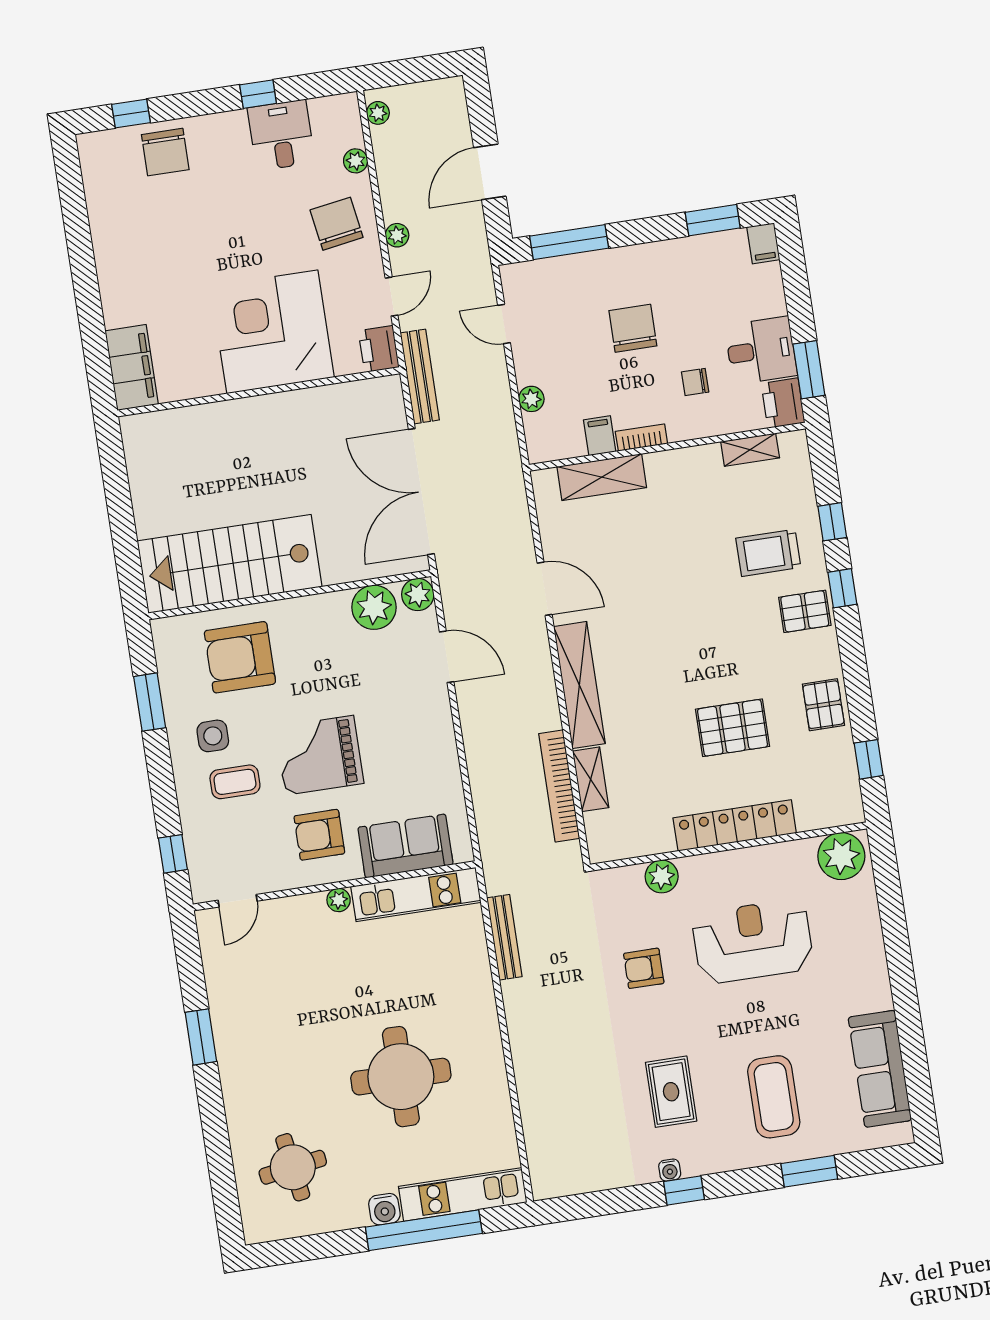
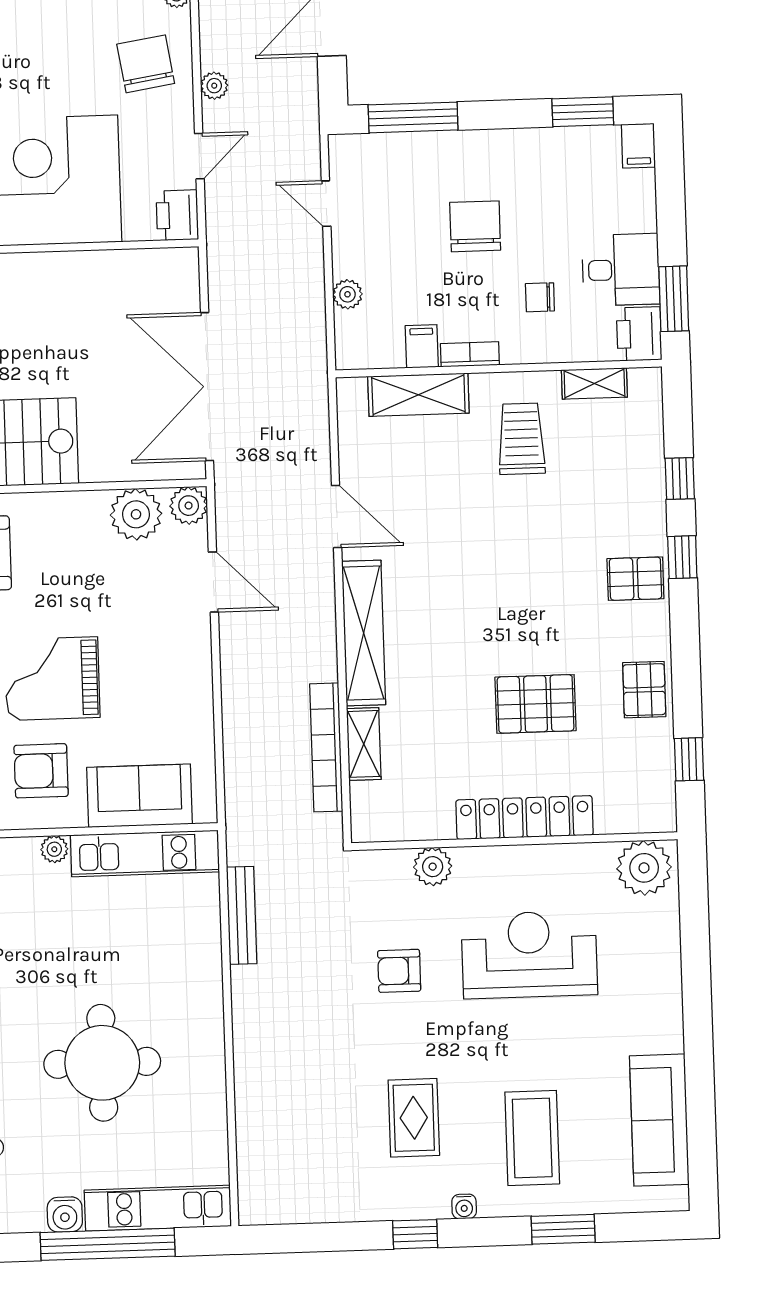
bench: (420, 376) -> (221, 253), removed
trolley: (768, 553) -> (521, 439), moved, turned 90
water cooler: (670, 1170) -> (464, 1206), moved

